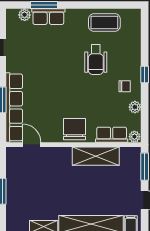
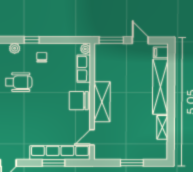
plant: (135, 107) -> (15, 48), moved
shelving: (96, 156) -> (102, 102), moved

